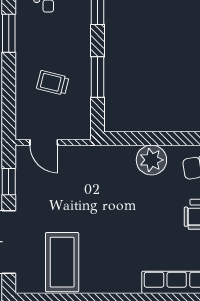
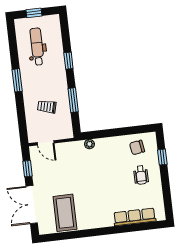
plant: (151, 160) -> (89, 144), moved, width x0.53, depth x0.53

